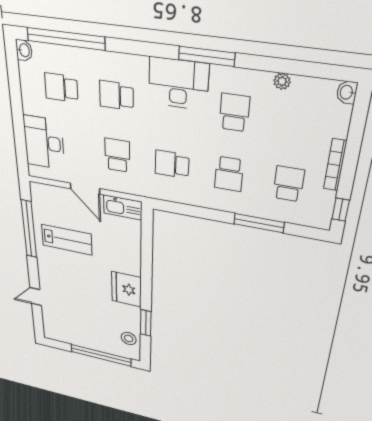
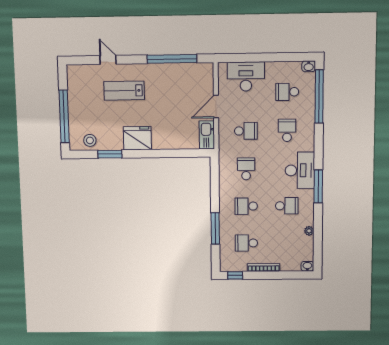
school desk: (61, 88) -> (287, 92), turned -90
school desk: (289, 184) -> (246, 243), turned 180
lab bench: (67, 240) -> (124, 91), moved, turned 90

